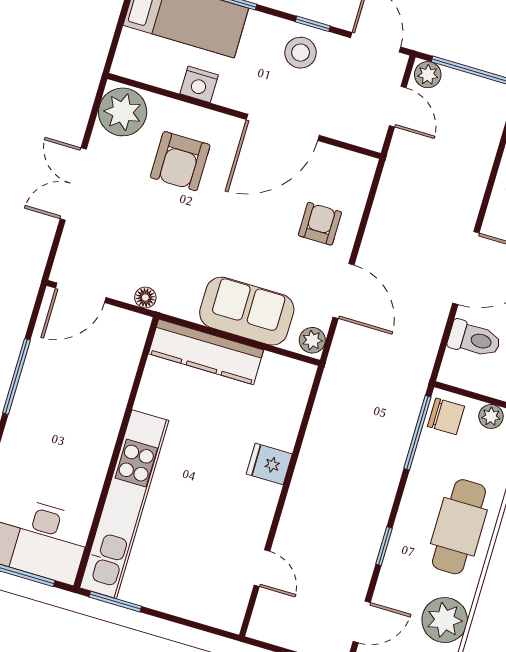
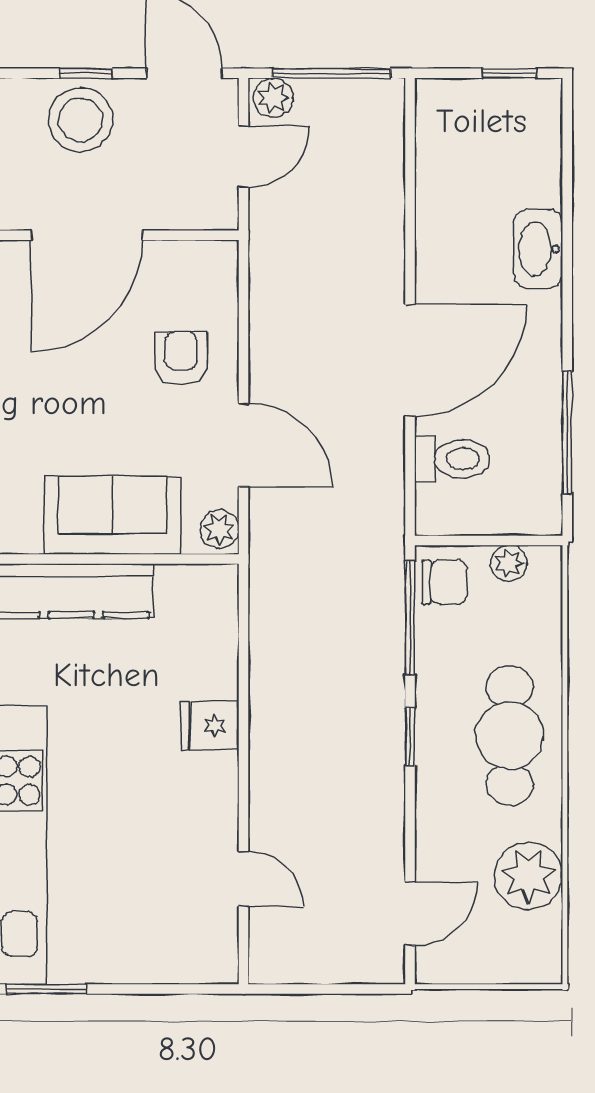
stool: (301, 53) -> (81, 120), width x1.38, depth x1.38
door: (398, 107) -> (243, 157), hinge flipped
window: (384, 546) -> (410, 737), moved

